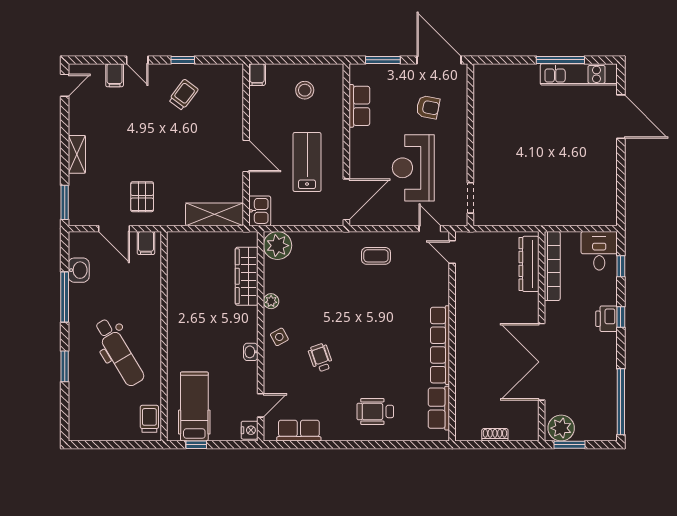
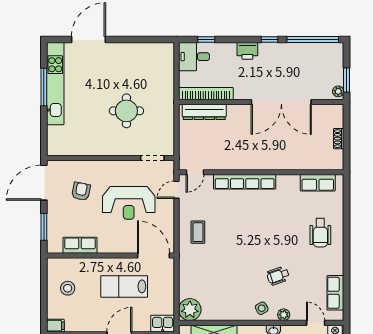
kitchen unit: (579, 74) -> (55, 84), width x1.36
round table: (530, 165) -> (126, 111), added
plant: (271, 301) -> (284, 315), moved
window: (621, 317) -> (270, 40), moved
row of seats: (440, 345) -> (245, 182), moved
plant: (561, 428) -> (338, 91), width x0.53, depth x0.53

